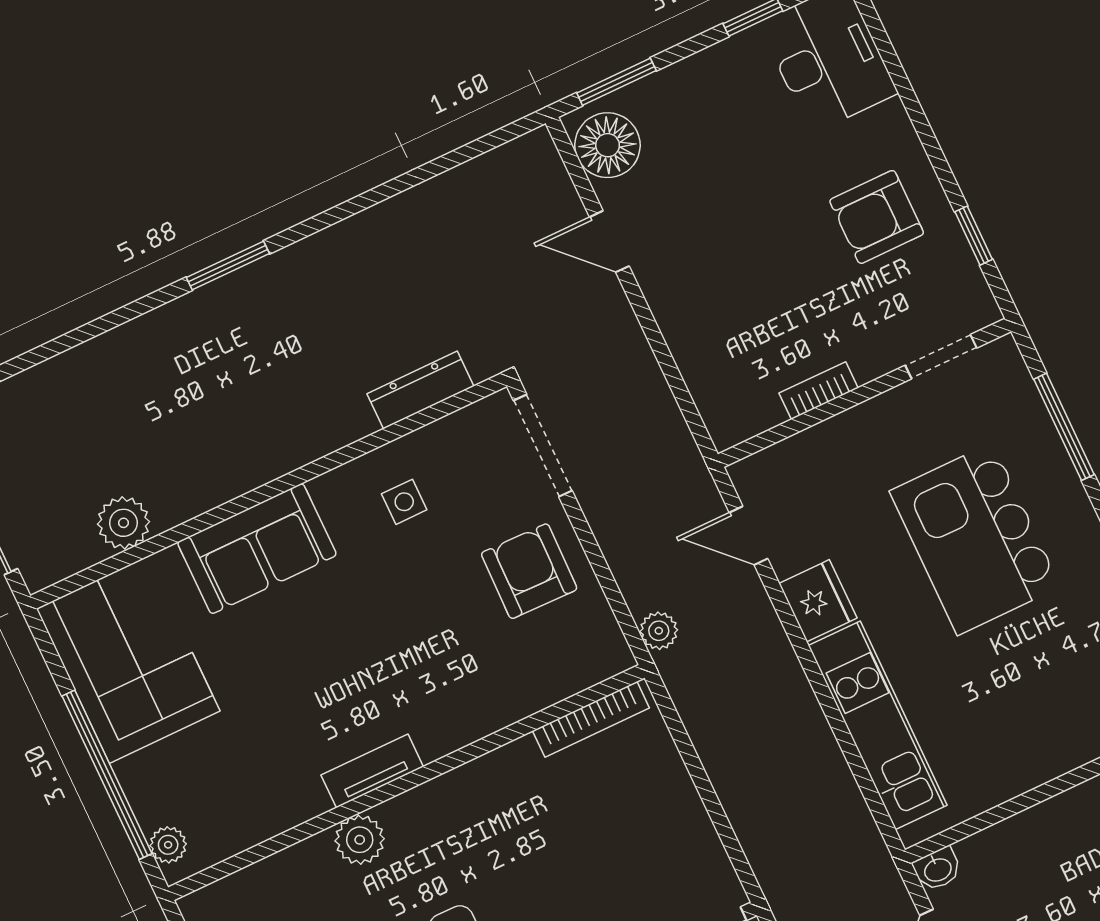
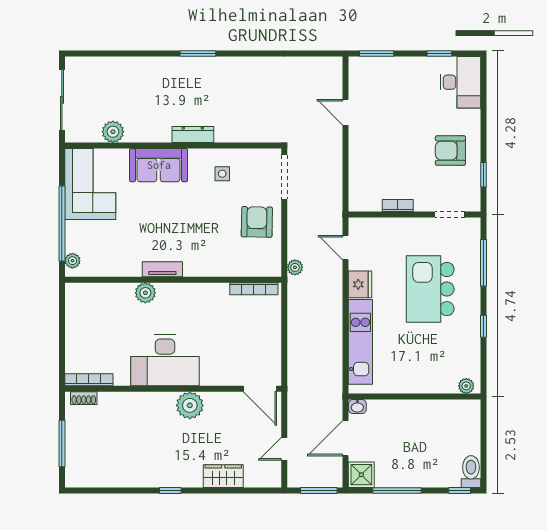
floor lamp: (608, 145) -> (362, 76), removed
dresser: (420, 390) -> (193, 134), moved

